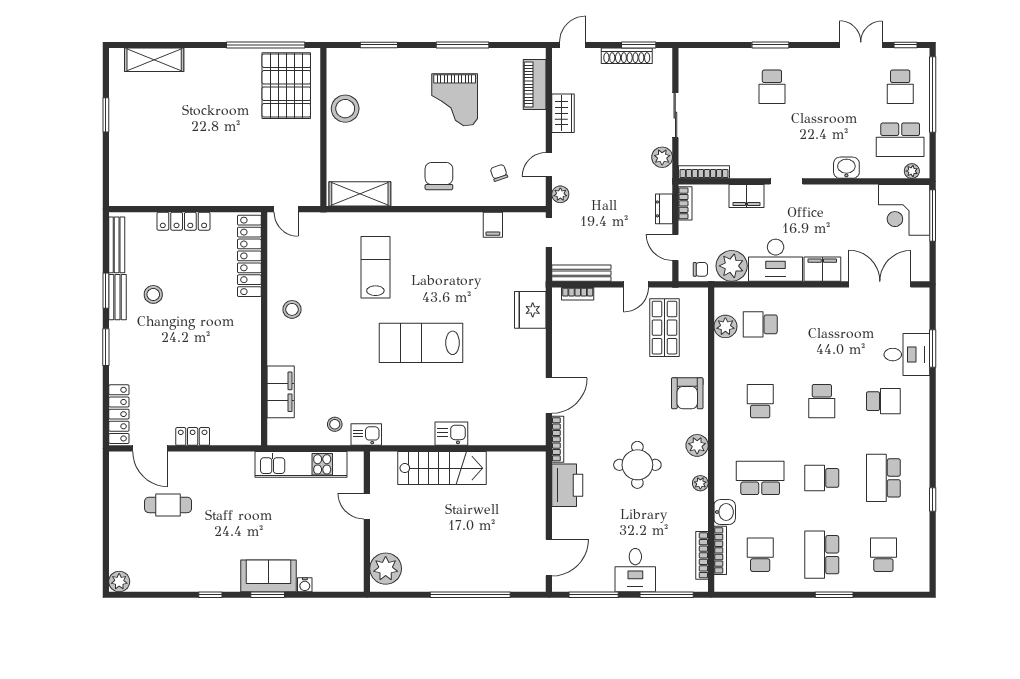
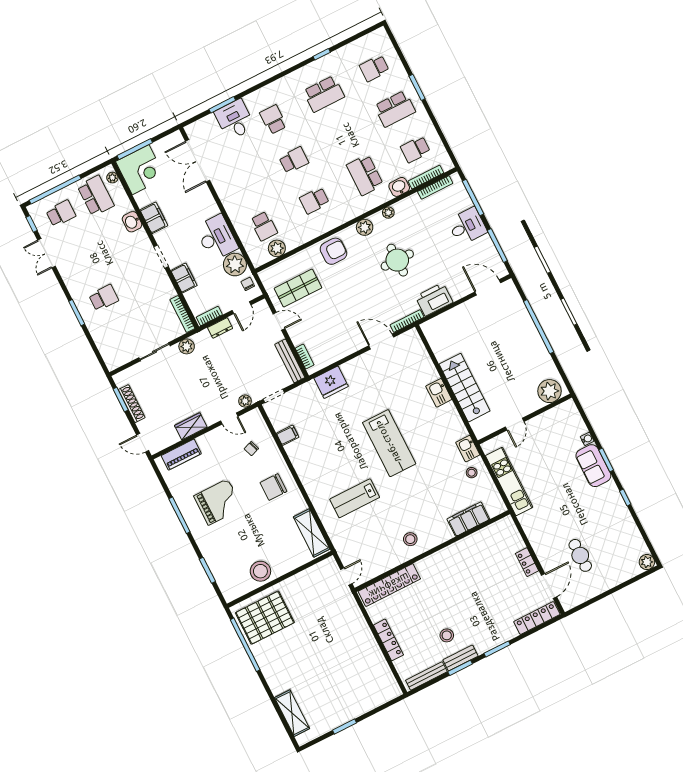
filing cabinet: (822, 269) -> (154, 218), moved, turned 180
school desk: (822, 478) -> (344, 134), removed

